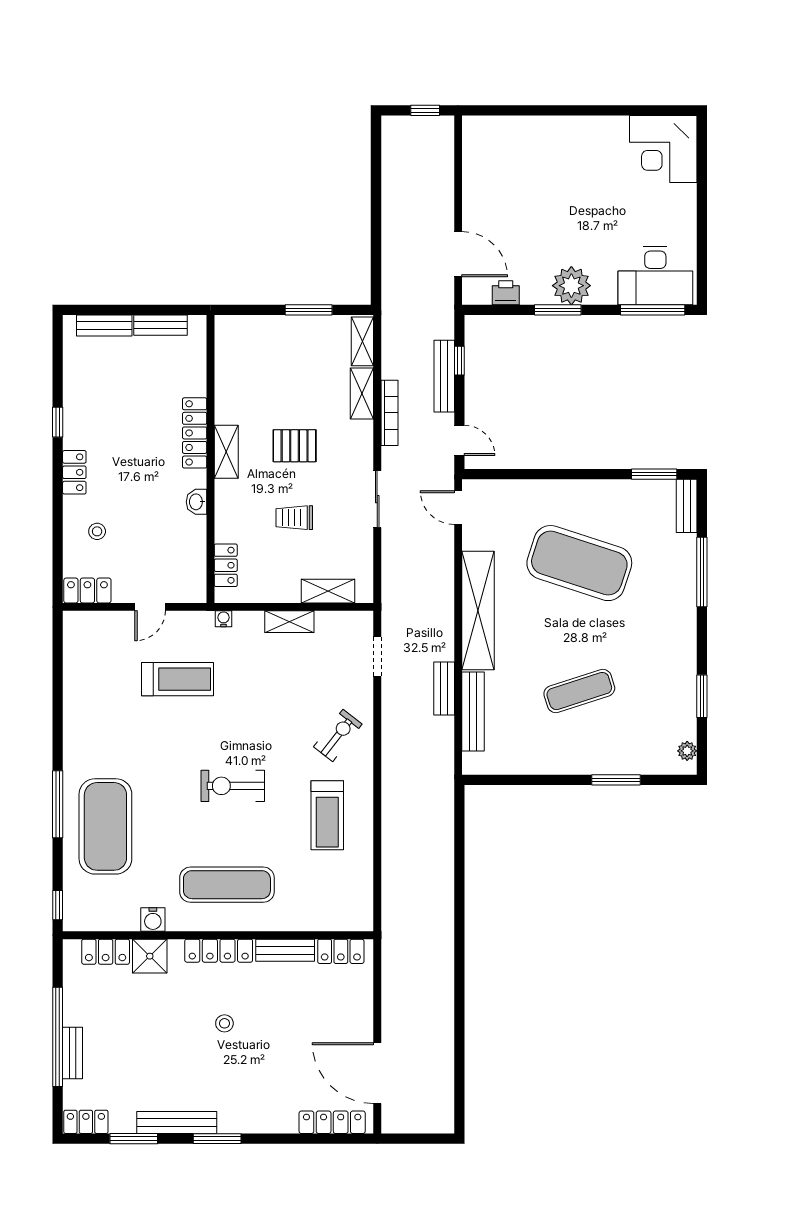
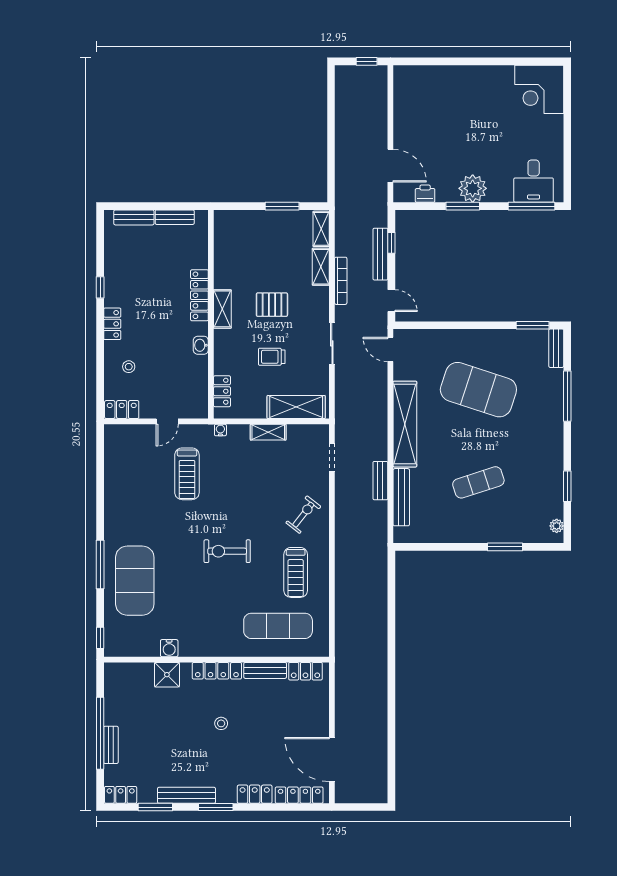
desk: (655, 276) -> (534, 181), width x0.73
shelving: (328, 591) -> (296, 407), width x1.50, depth x1.33
treadmill: (177, 679) -> (187, 474), turned 90
exercise mat: (227, 885) -> (278, 626), moved
locker: (106, 952) -> (255, 794), moved, turned 180

